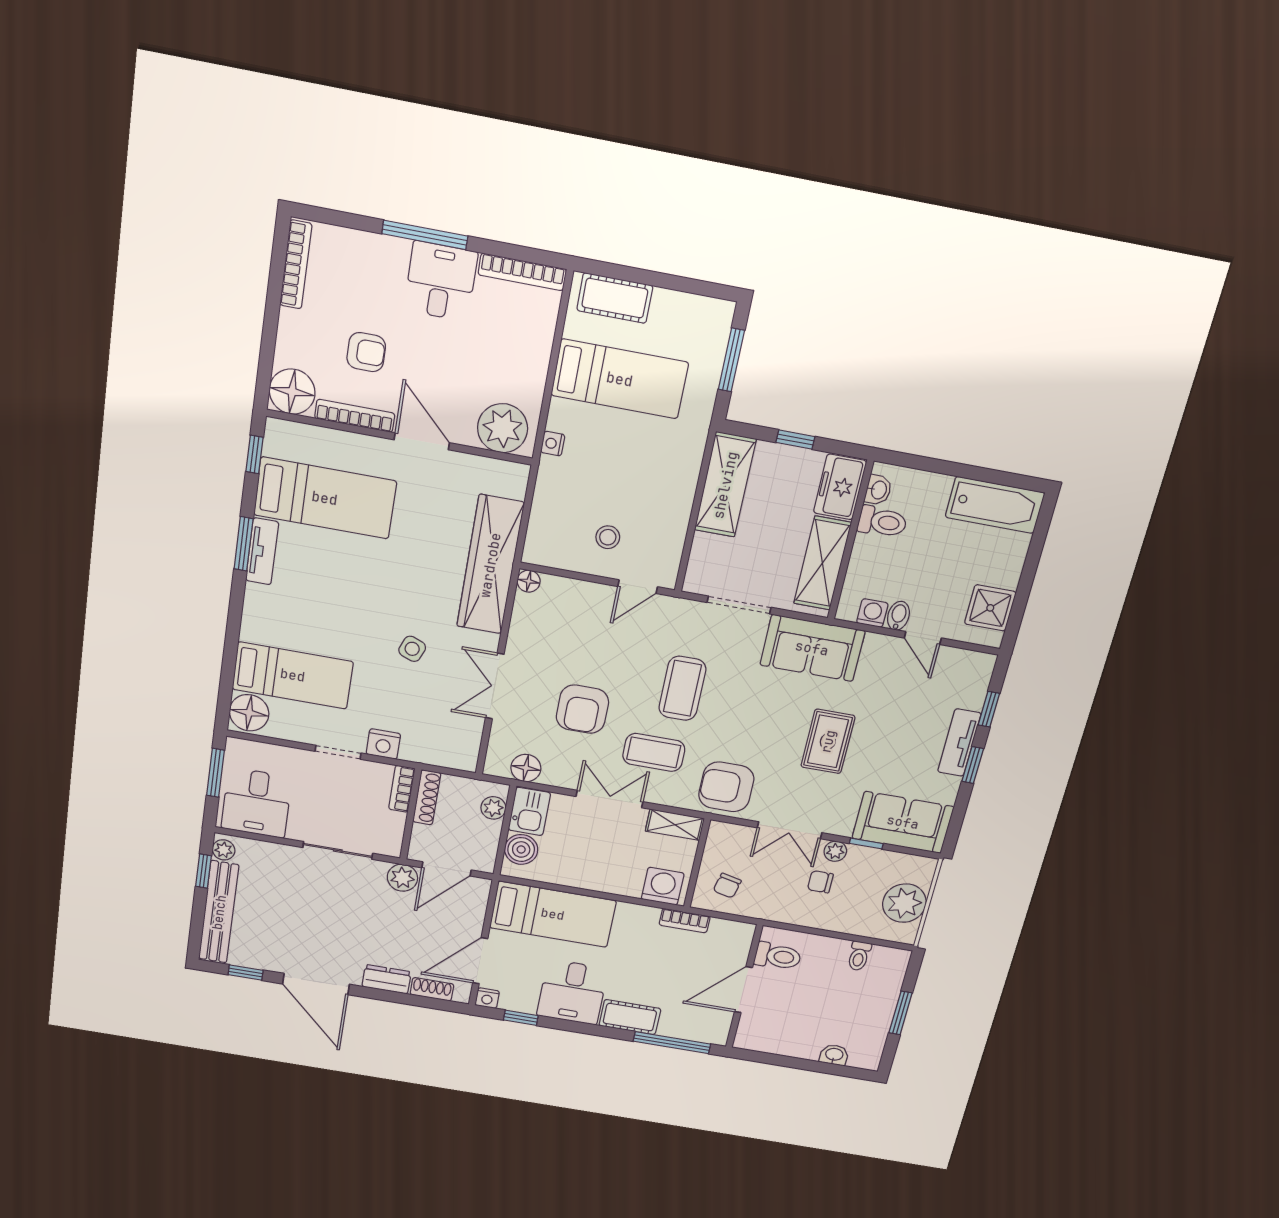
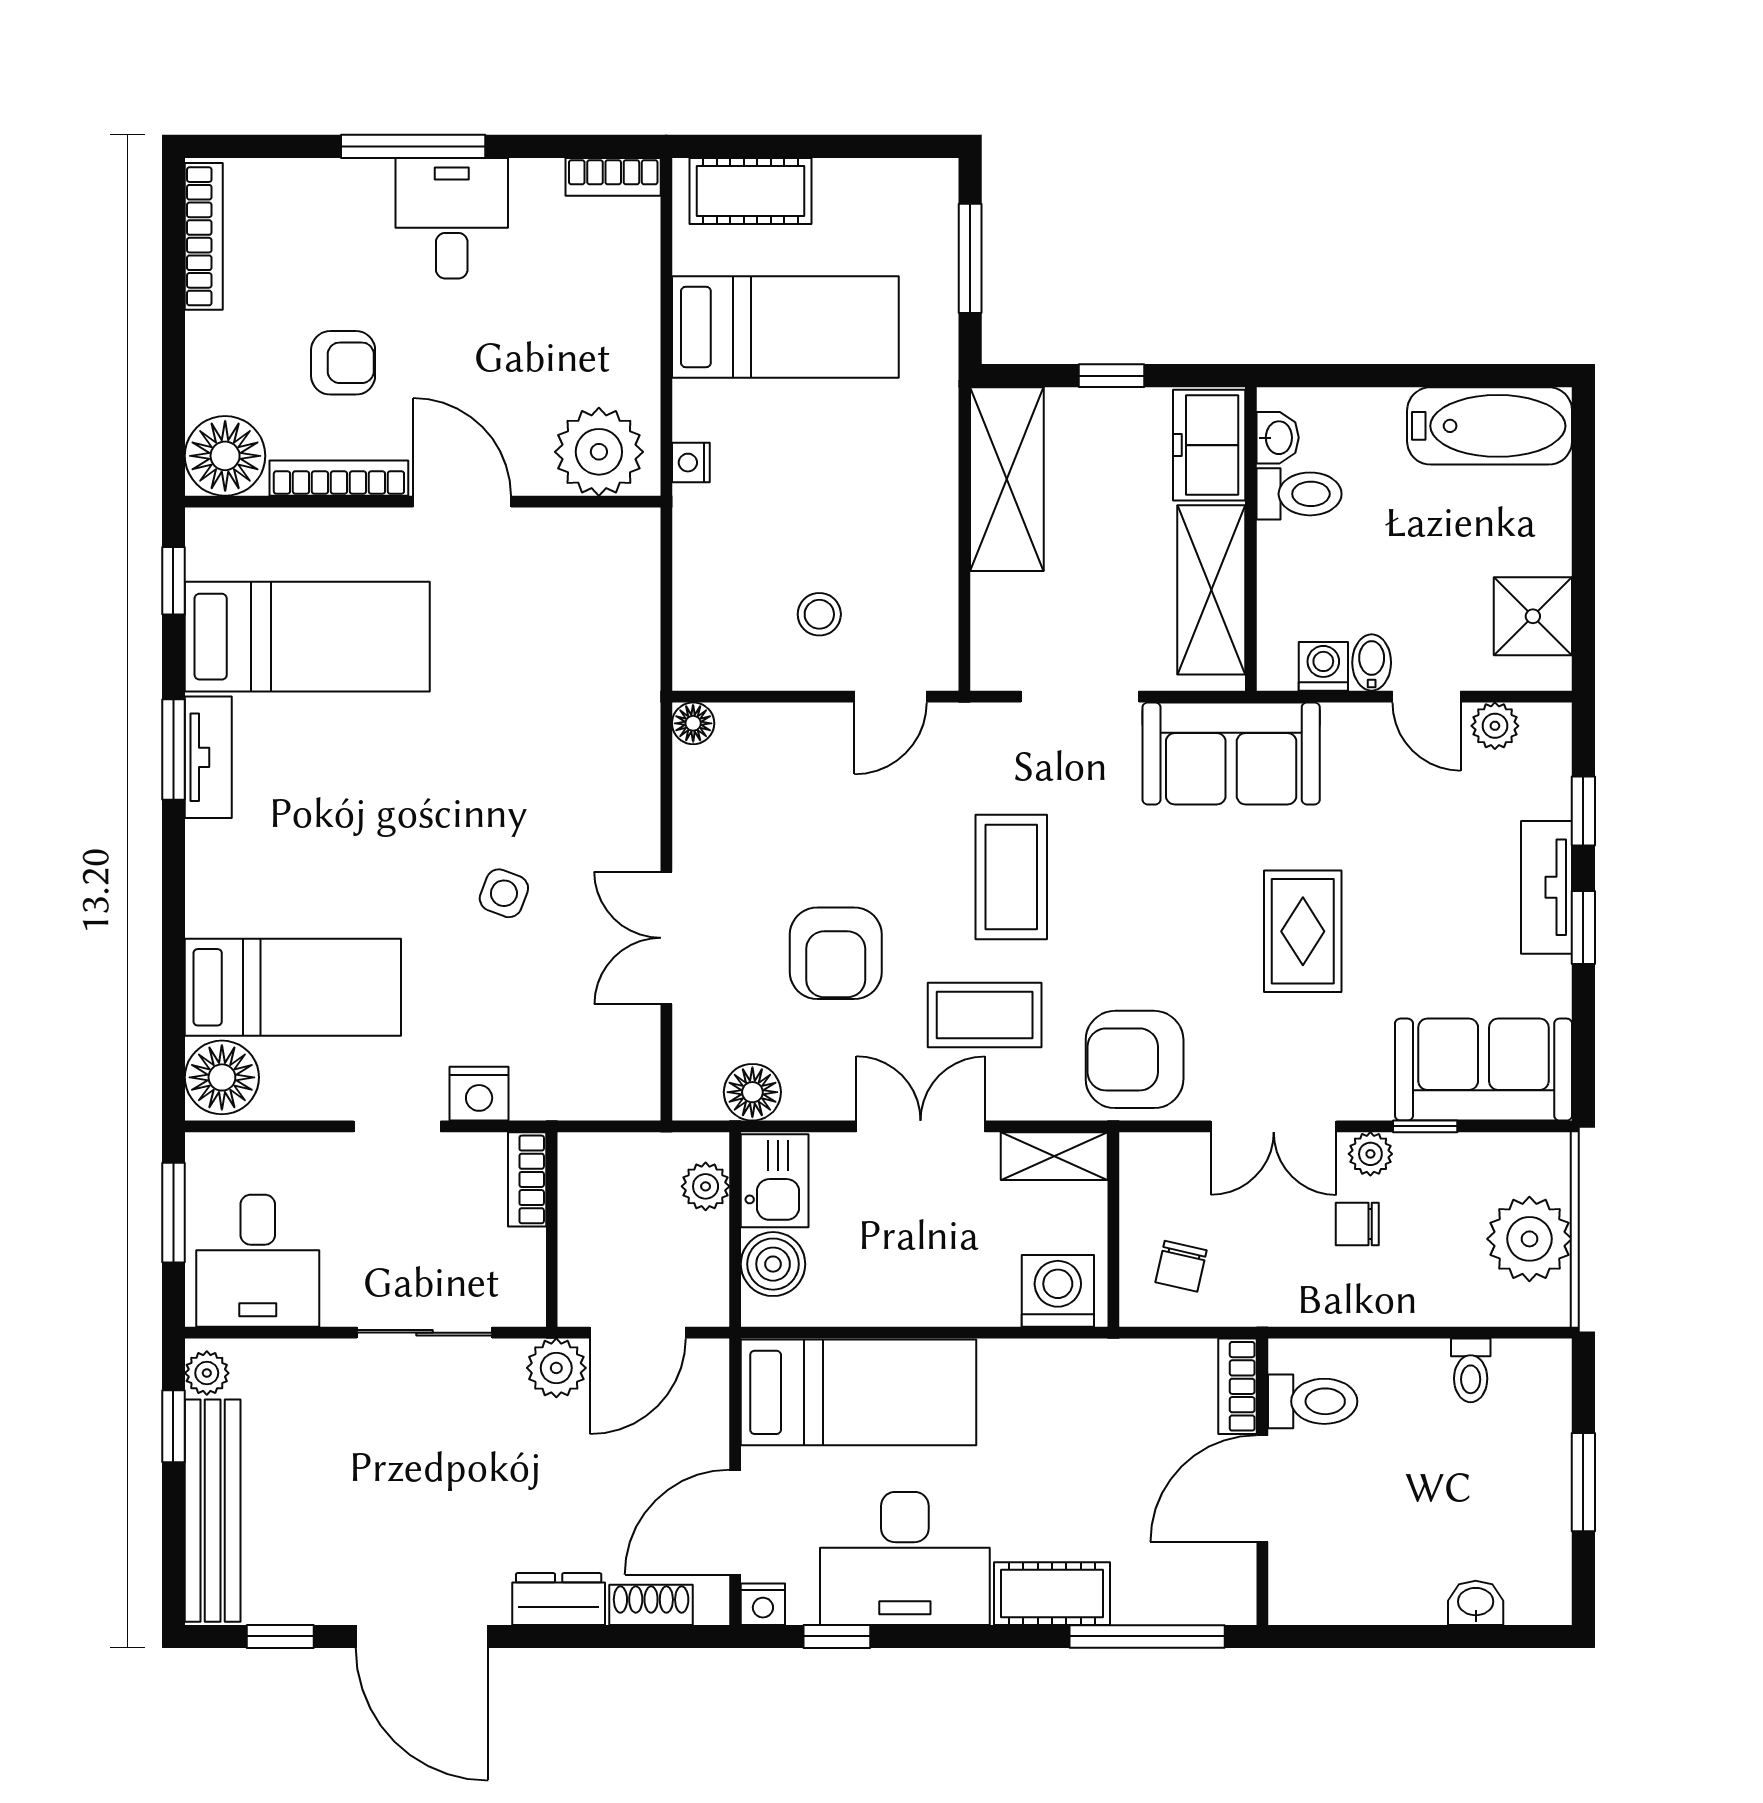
bookcase: (522, 272) -> (613, 177), width x0.64
wardrobe: (490, 565) -> (619, 705), removed
plant: (955, 659) -> (1495, 726), added
shoe rack: (427, 797) -> (577, 1188), removed
bookcase: (685, 921) -> (1238, 1386), moved, turned 90
desk: (572, 992) -> (905, 1558), width x1.37

